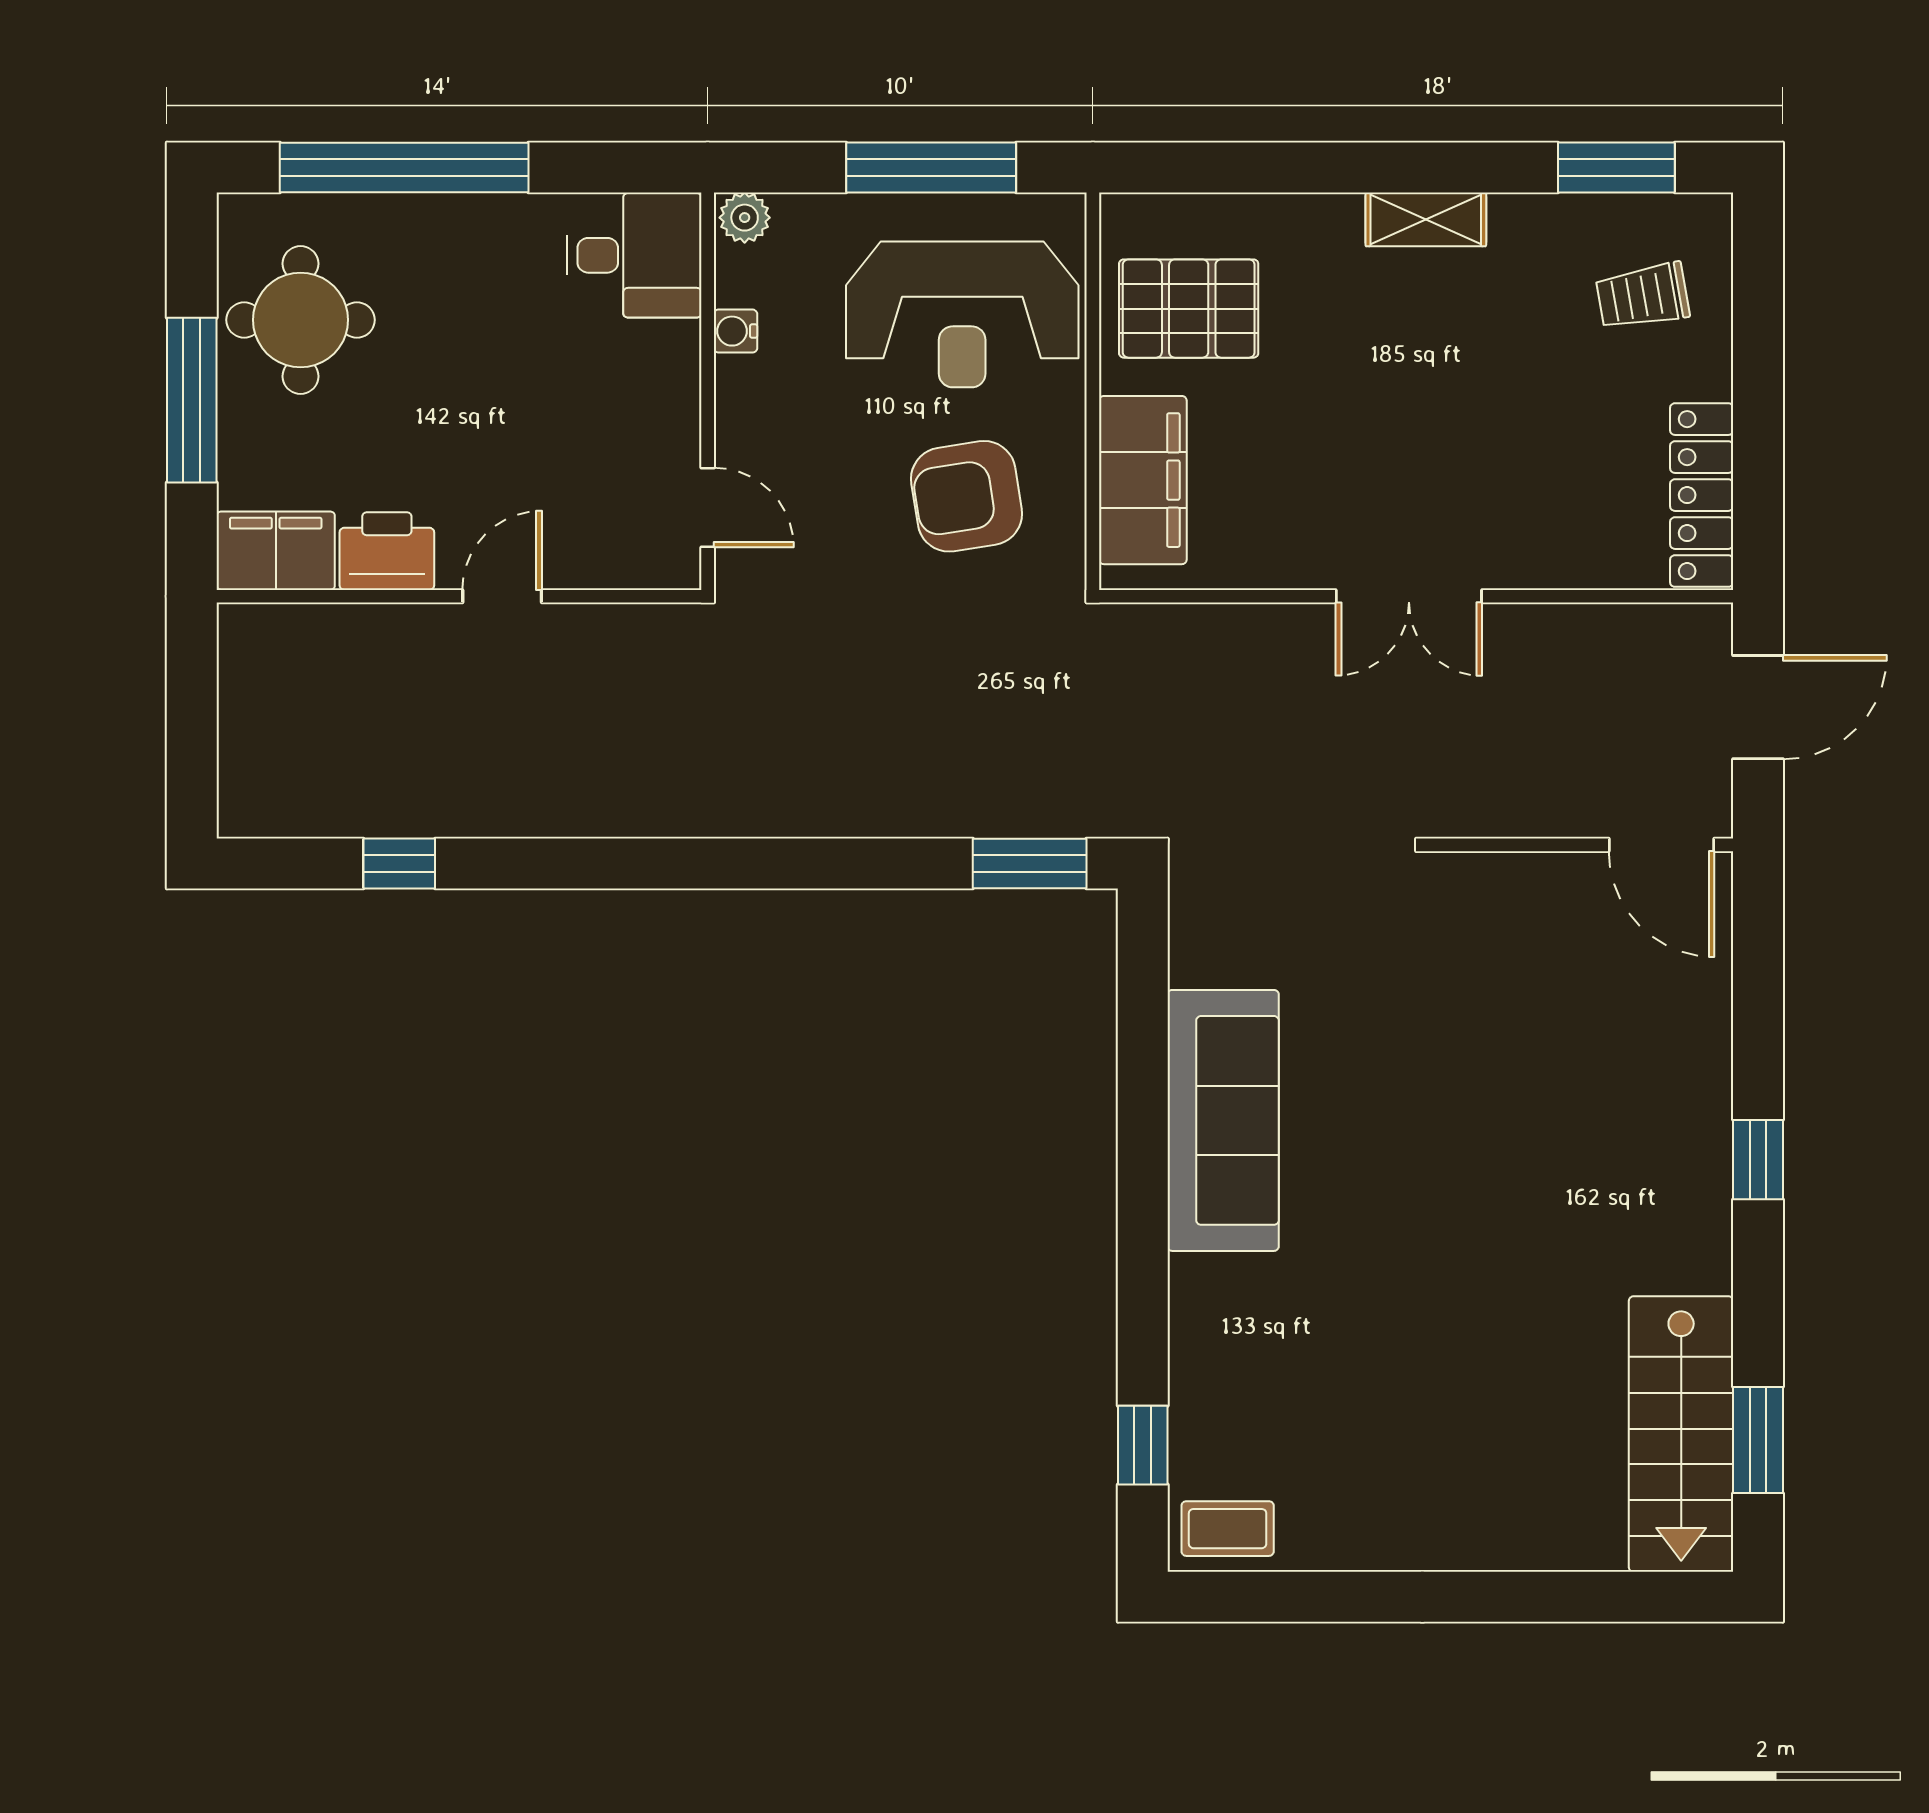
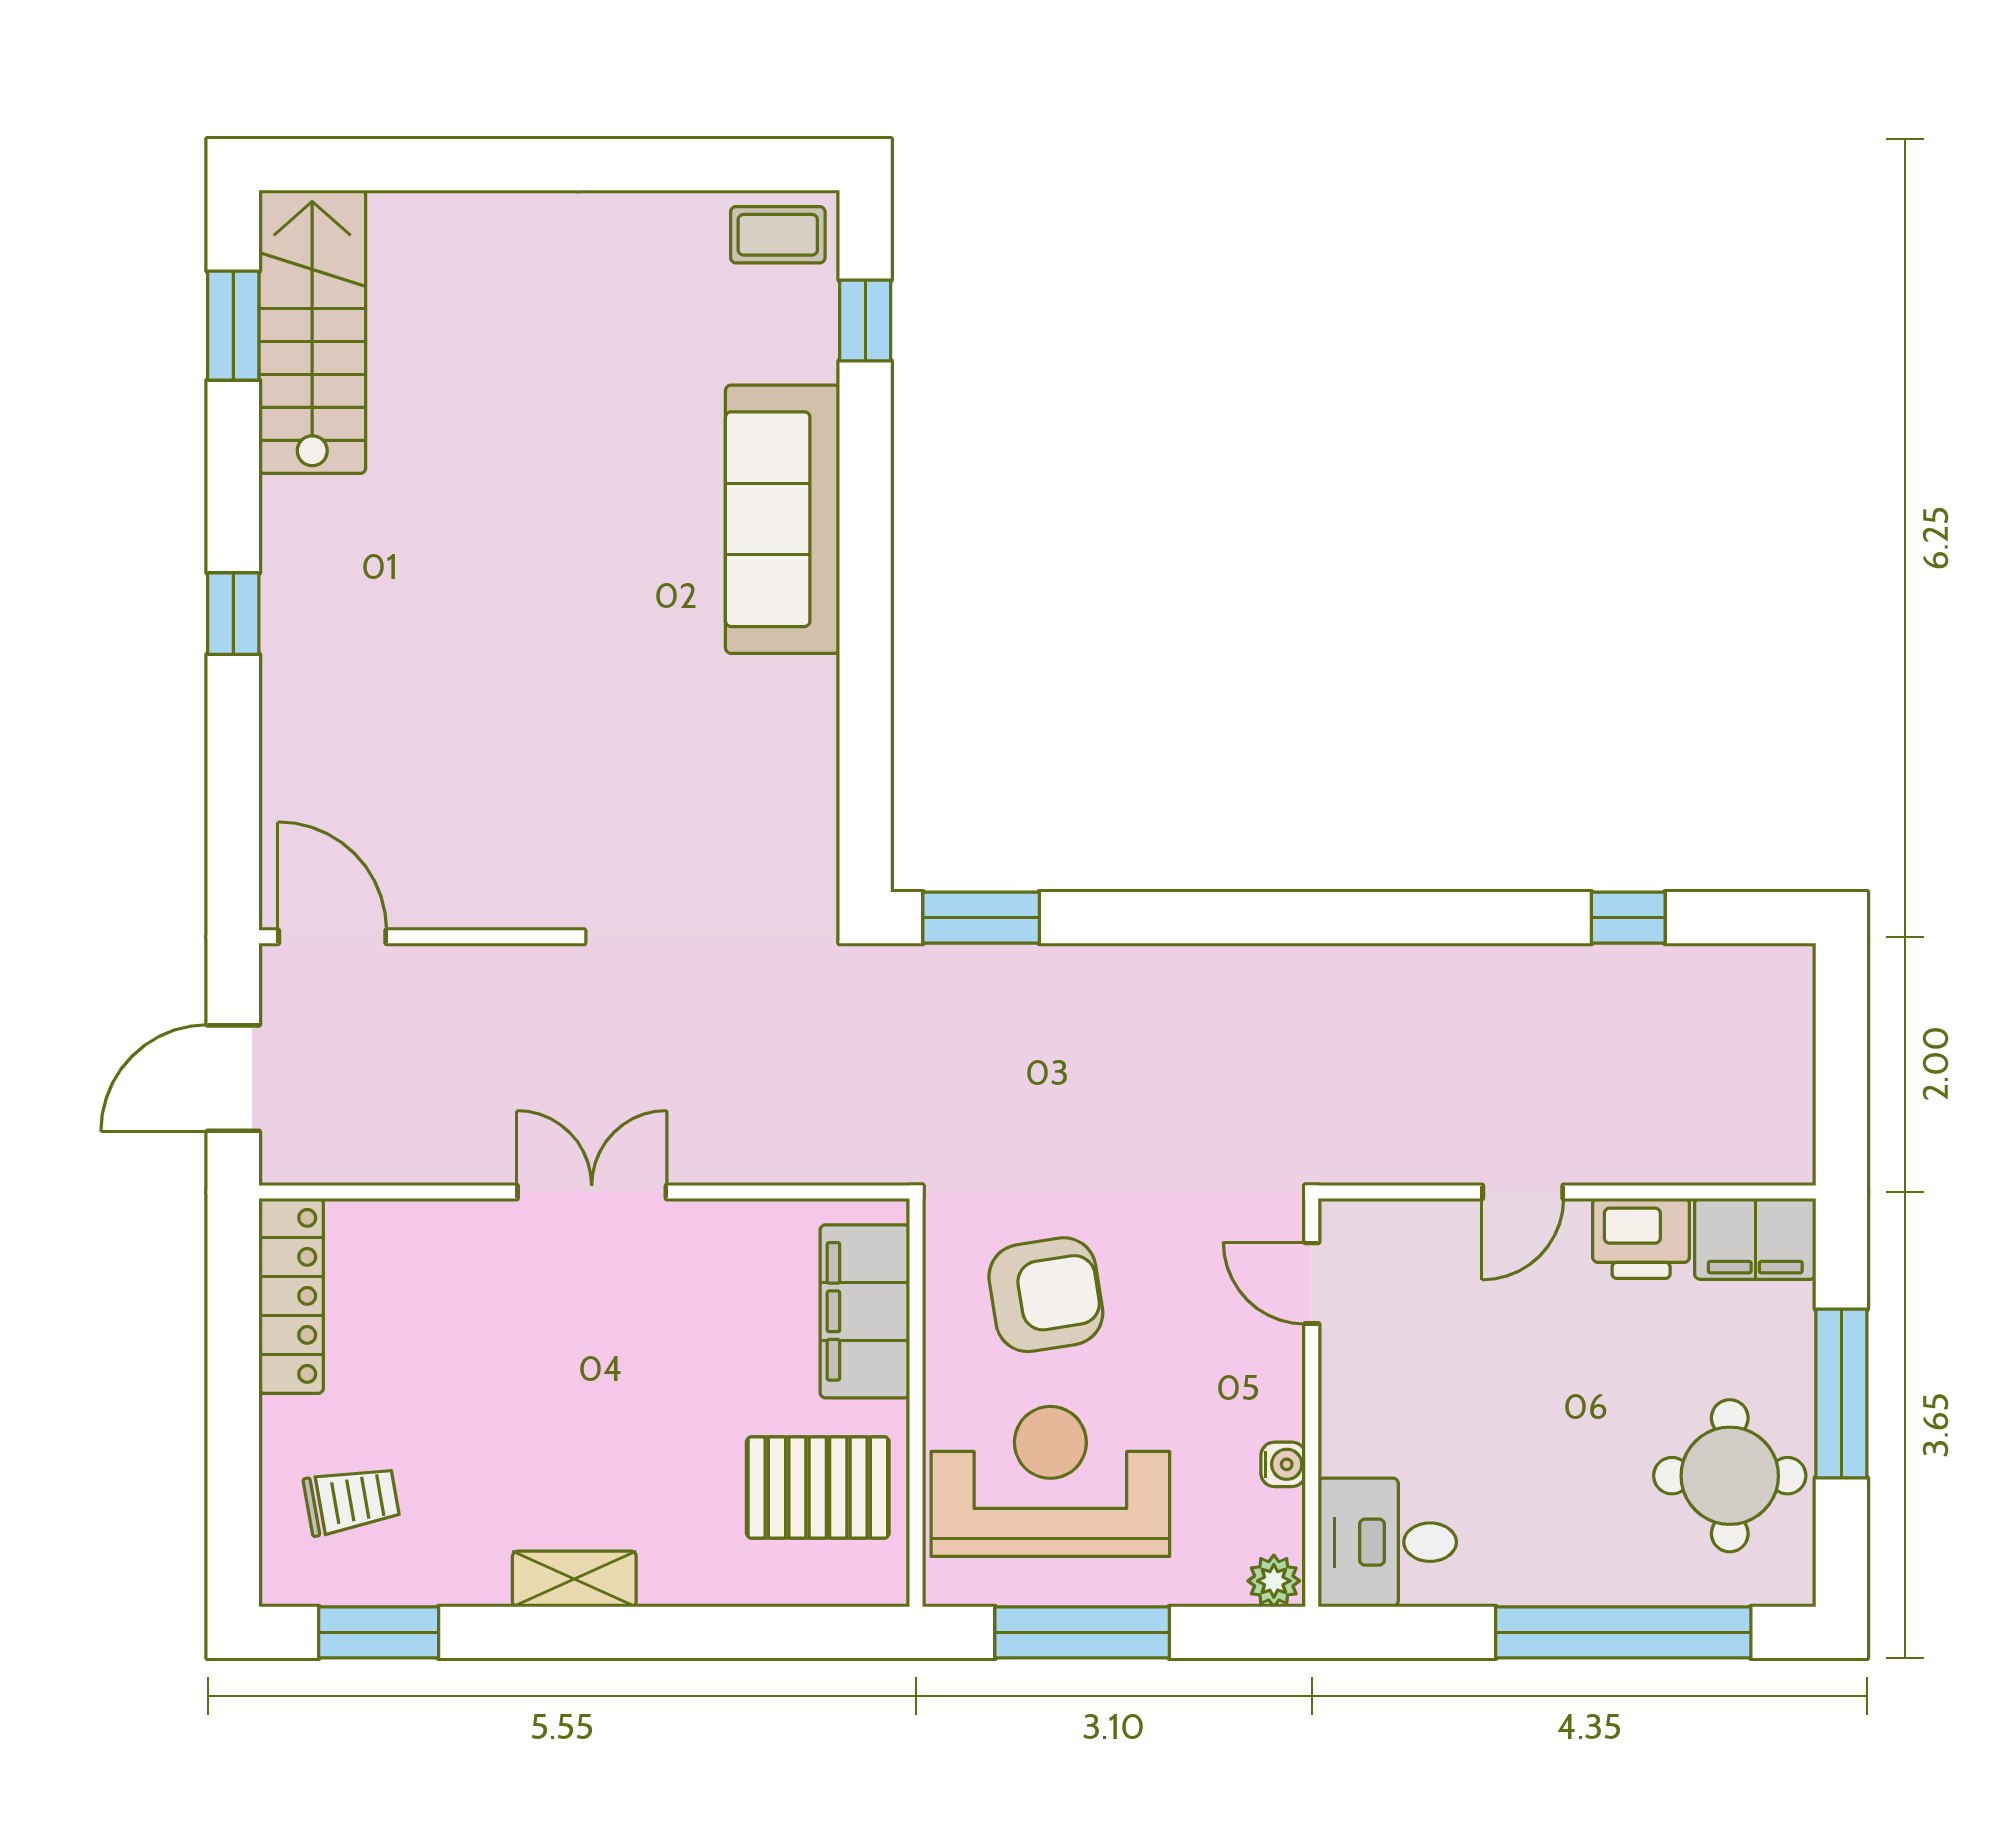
sofa: (1223, 1120) -> (782, 519), moved

